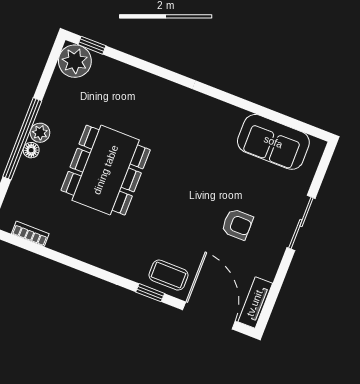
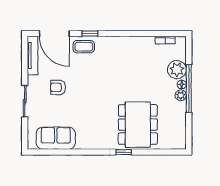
window: (92, 45) -> (124, 152), moved
plant: (75, 61) -> (177, 70), moved
dining table: (106, 170) -> (138, 125), moved
tv unit: (255, 303) -> (33, 55), width x1.41

